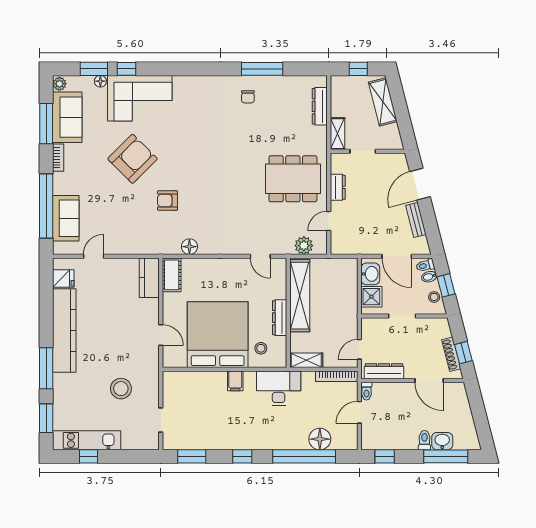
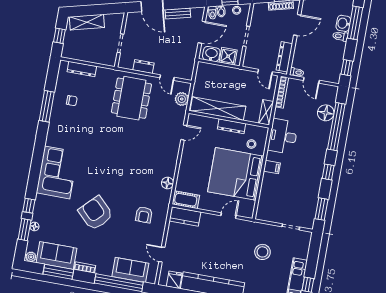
chair: (248, 97) -> (72, 101), moved
corner sofa: (140, 98) -> (57, 172), moved
shelving: (338, 134) -> (104, 60), removed
armchair: (168, 201) -> (144, 215), moved

